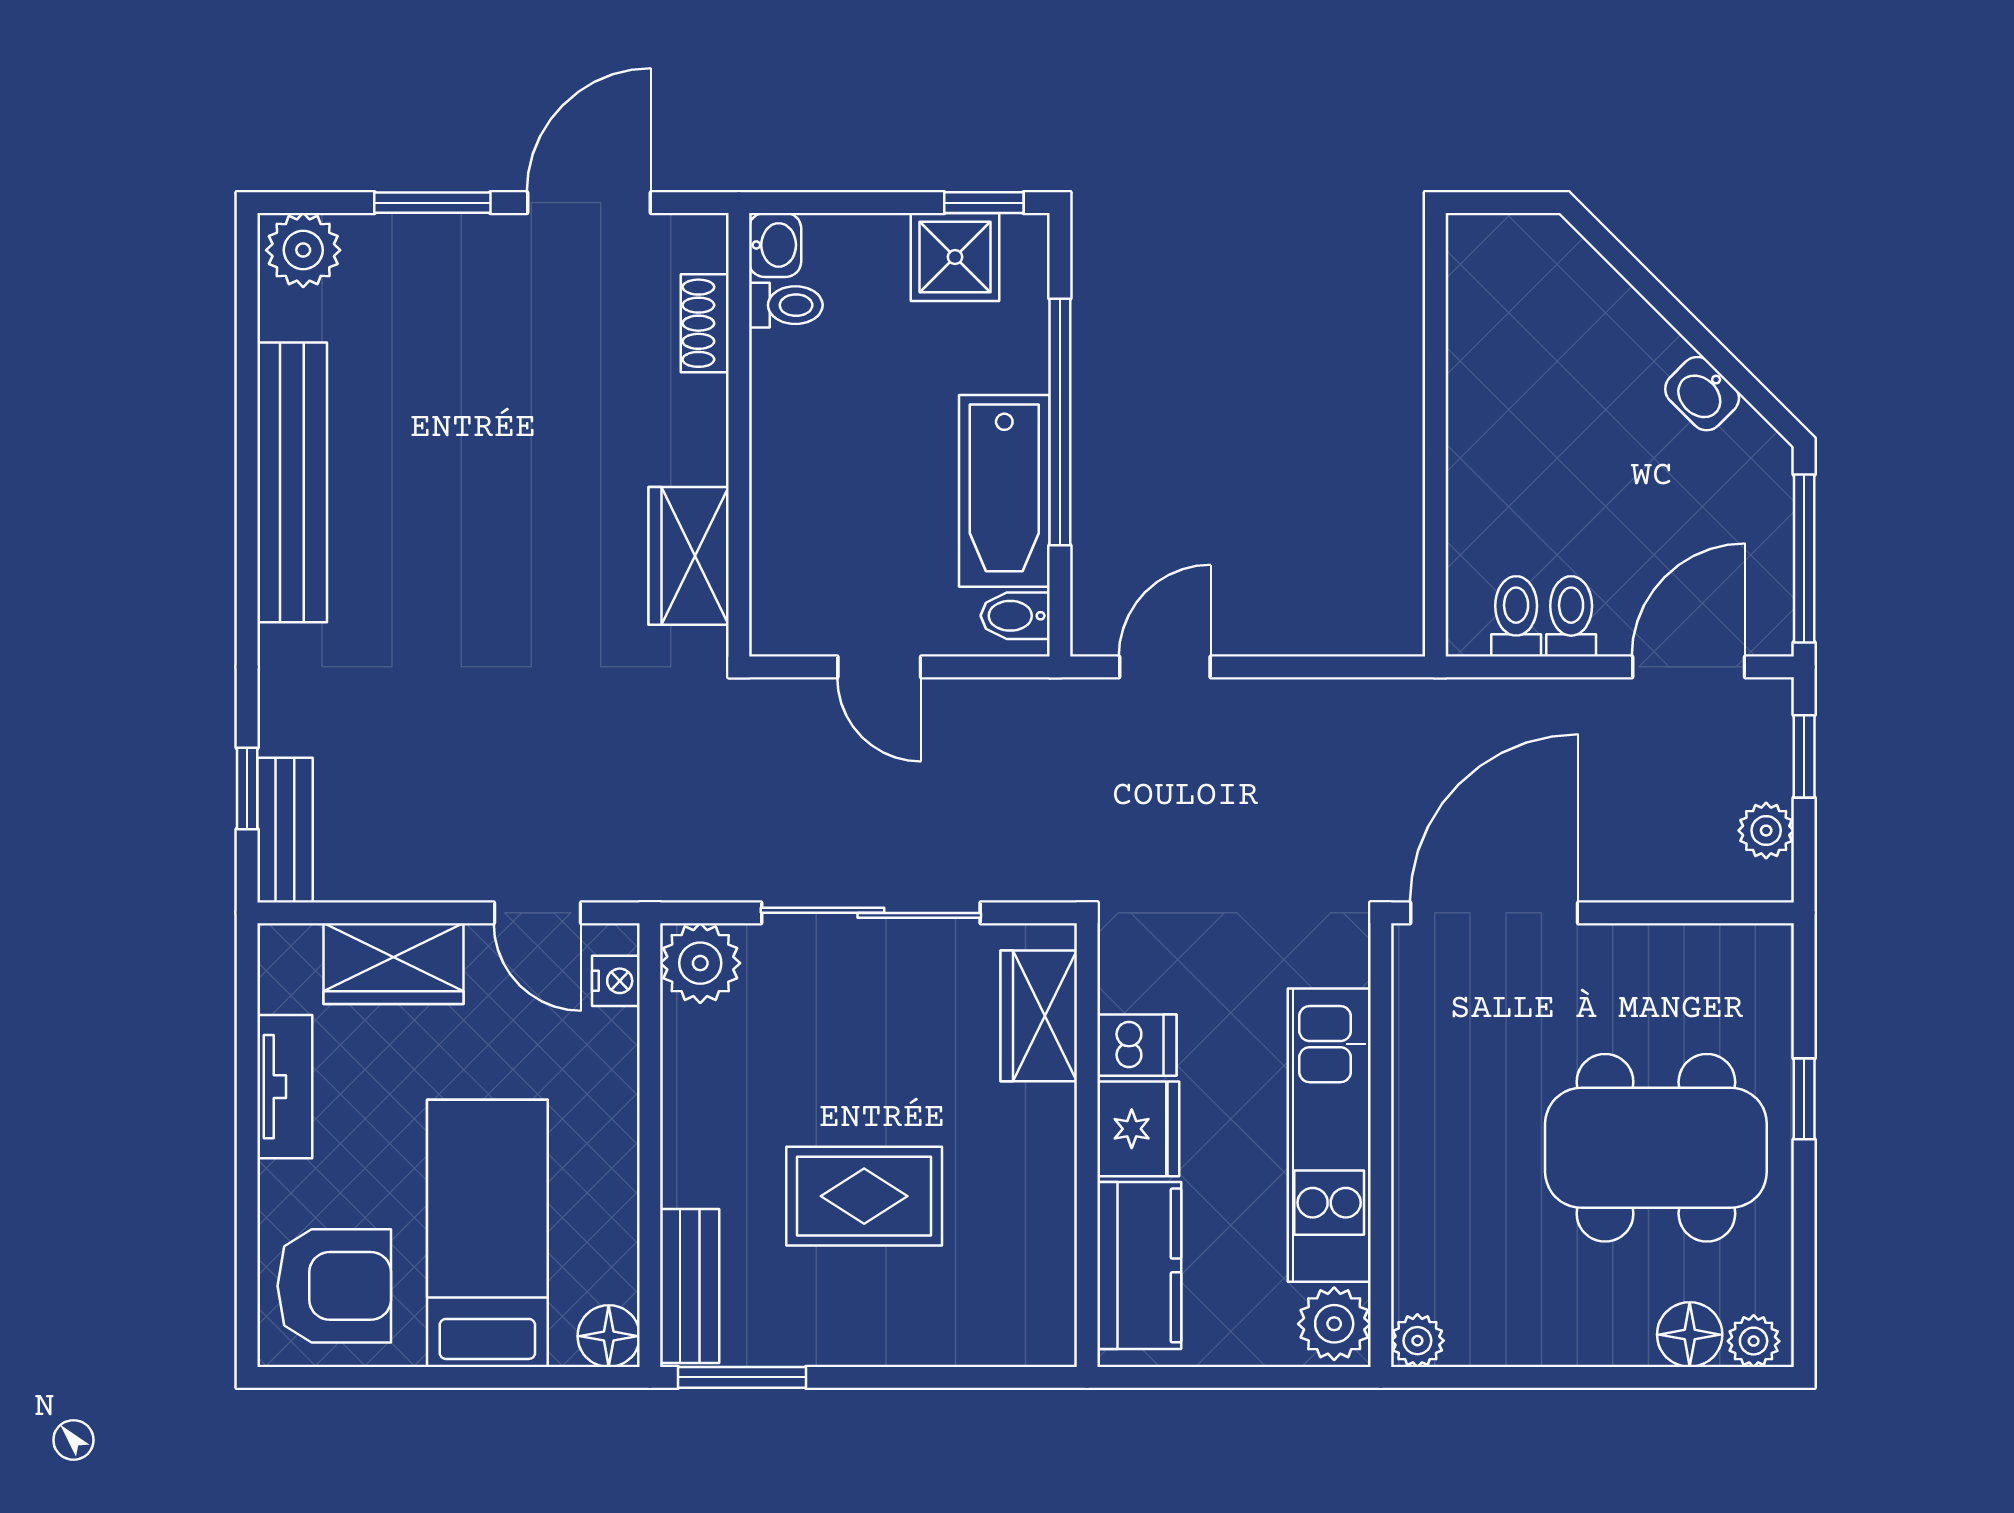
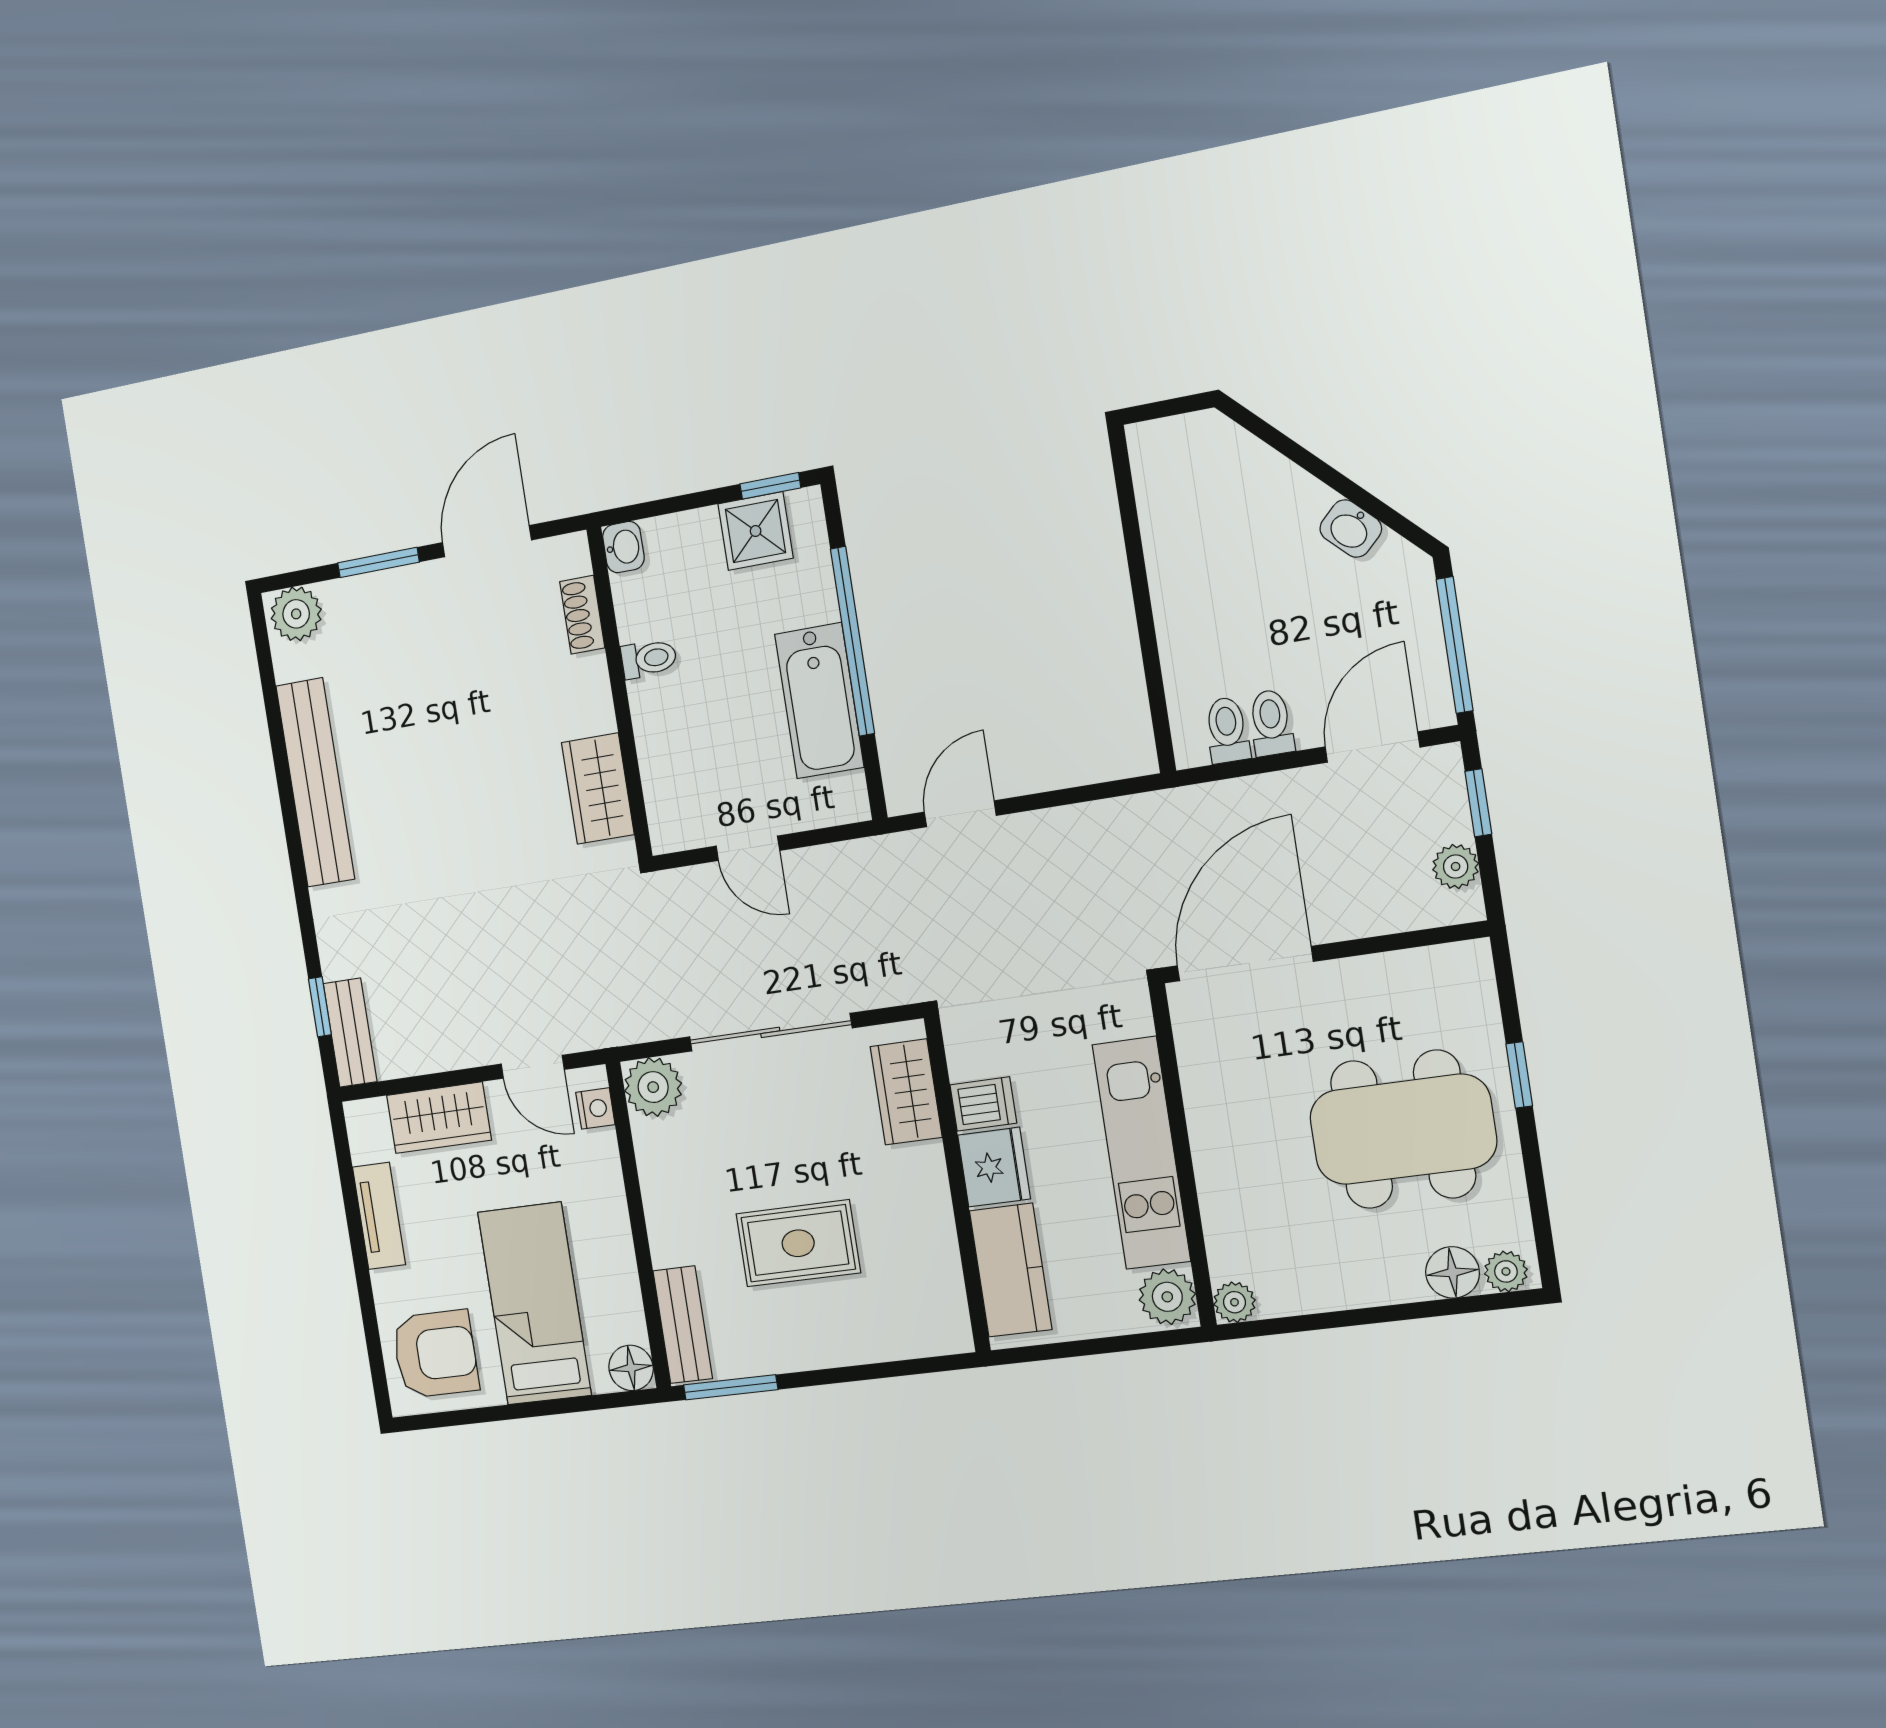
toilet: (786, 305) -> (649, 659), moved
bidet: (1015, 616) -> (842, 793), removed

